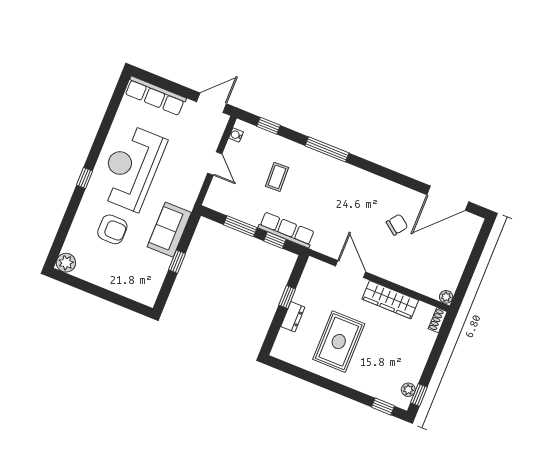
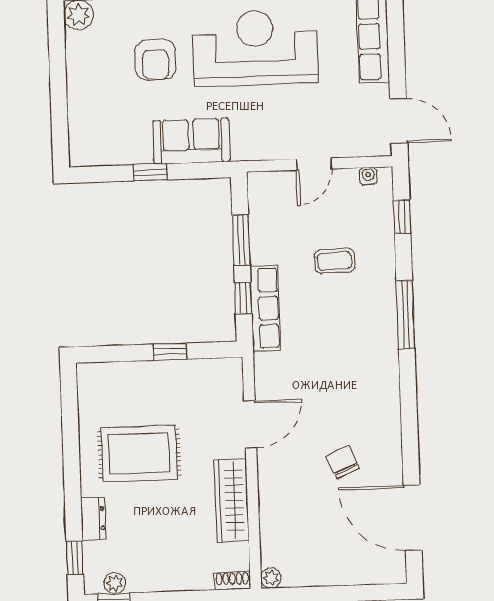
chair: (397, 225) -> (343, 462), turned -150
dresser: (293, 317) -> (93, 519), moved, turned -90

